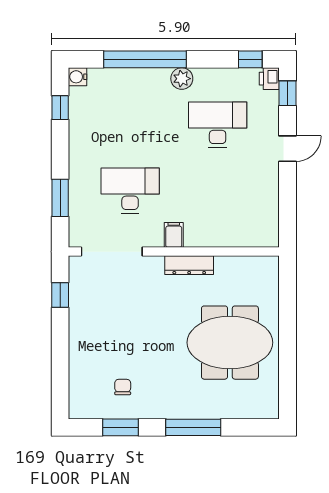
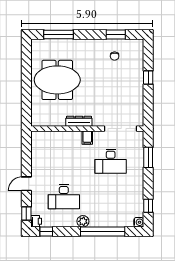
window: (60, 295) -> (148, 78), moved
window: (193, 427) -> (59, 35), moved

